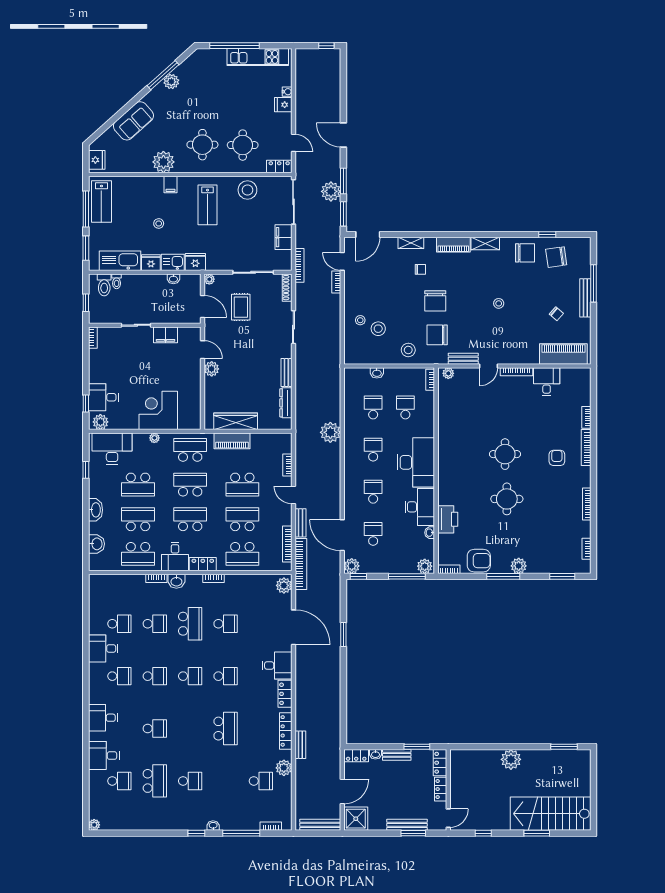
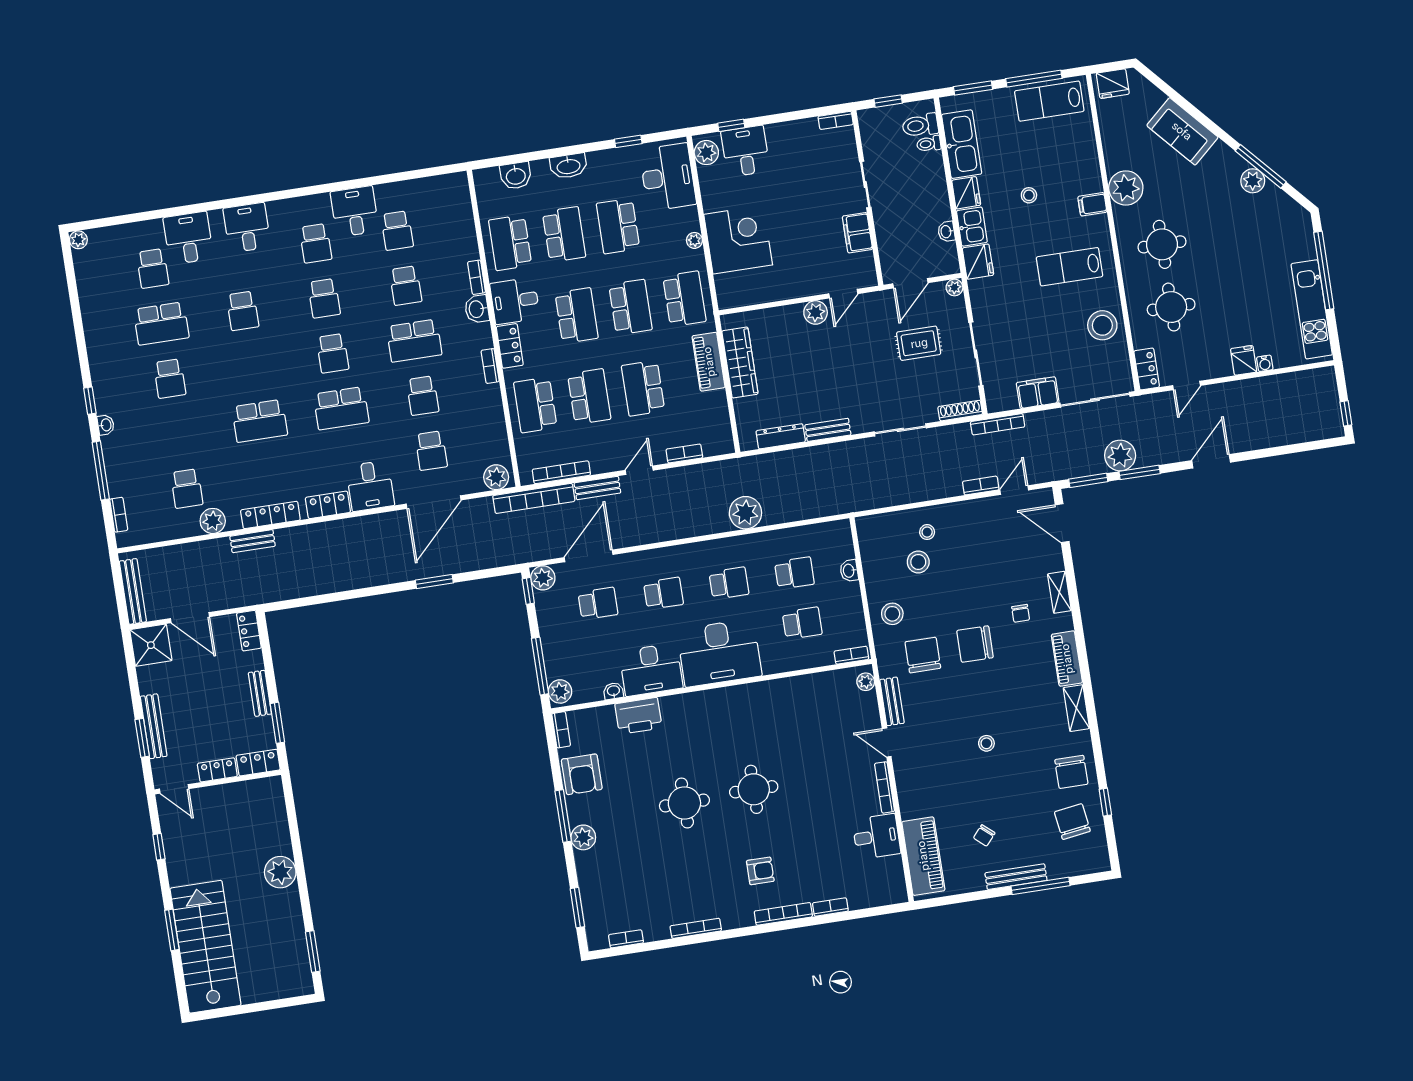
school desk: (261, 624) -> (431, 451), added
school desk: (226, 676) -> (341, 408), width x1.85
washbasin: (375, 754) -> (256, 660), removed

